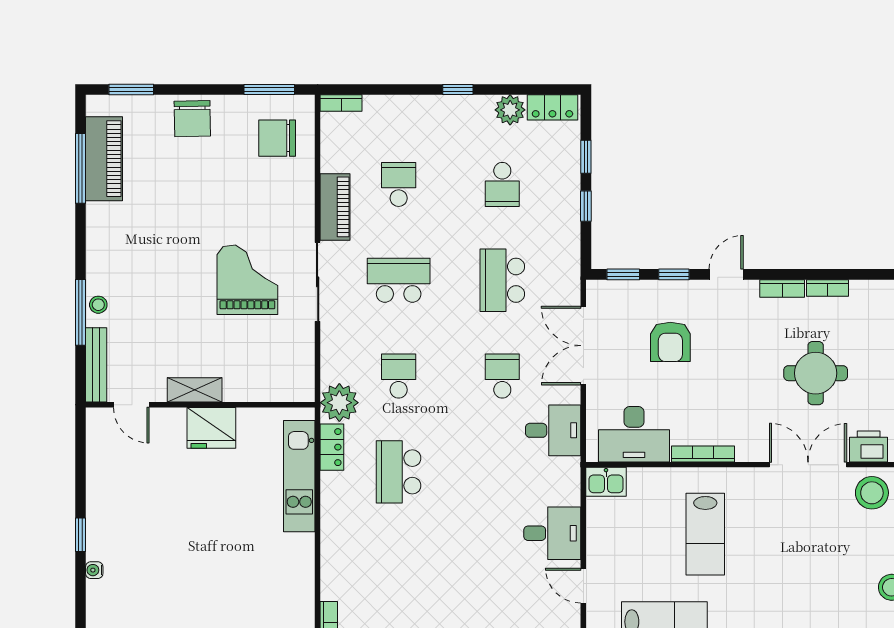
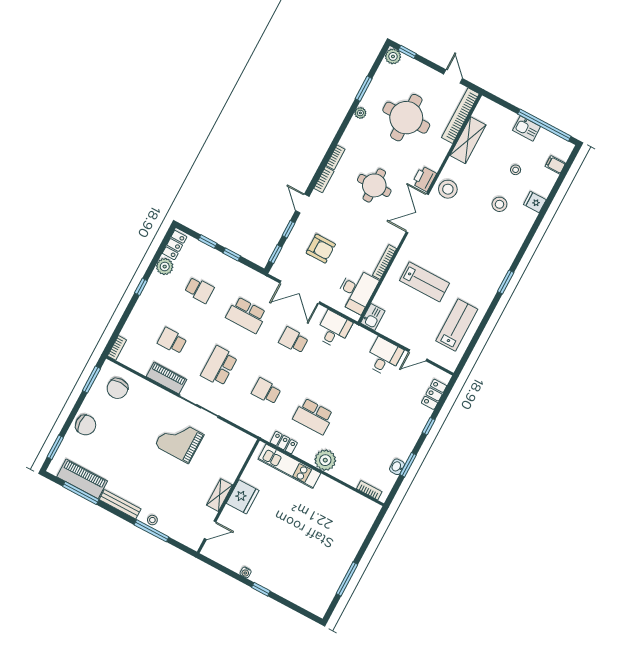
bench: (96, 365) -> (120, 504), moved
plant: (339, 403) -> (325, 460), moved
water cooler: (94, 570) -> (246, 572), moved

